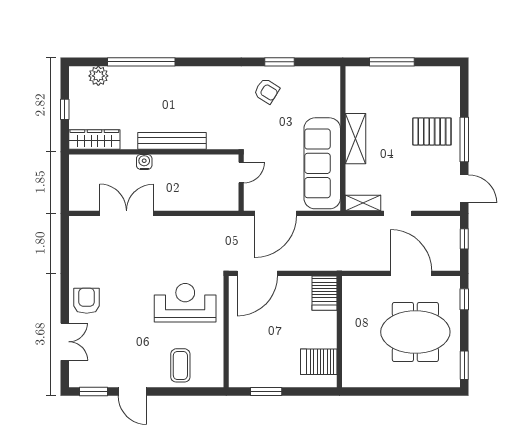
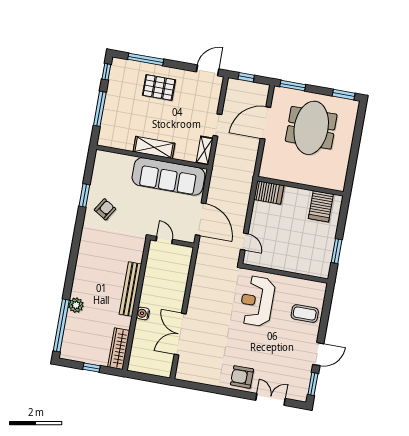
window: (141, 62) -> (61, 325), moved
window: (440, 62) -> (106, 72), added
plant: (98, 76) -> (76, 305), moved
pallet: (432, 131) -> (159, 87), turned 90
window: (464, 139) -> (146, 59), moved
door: (257, 273) -> (244, 242), width x0.53
window: (464, 299) -> (293, 86), width x1.50

